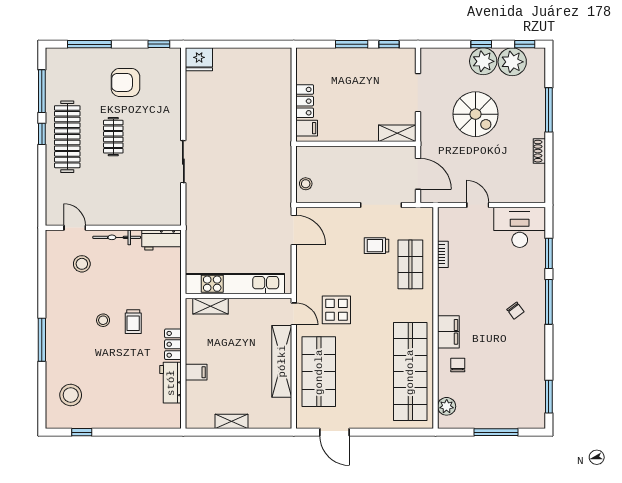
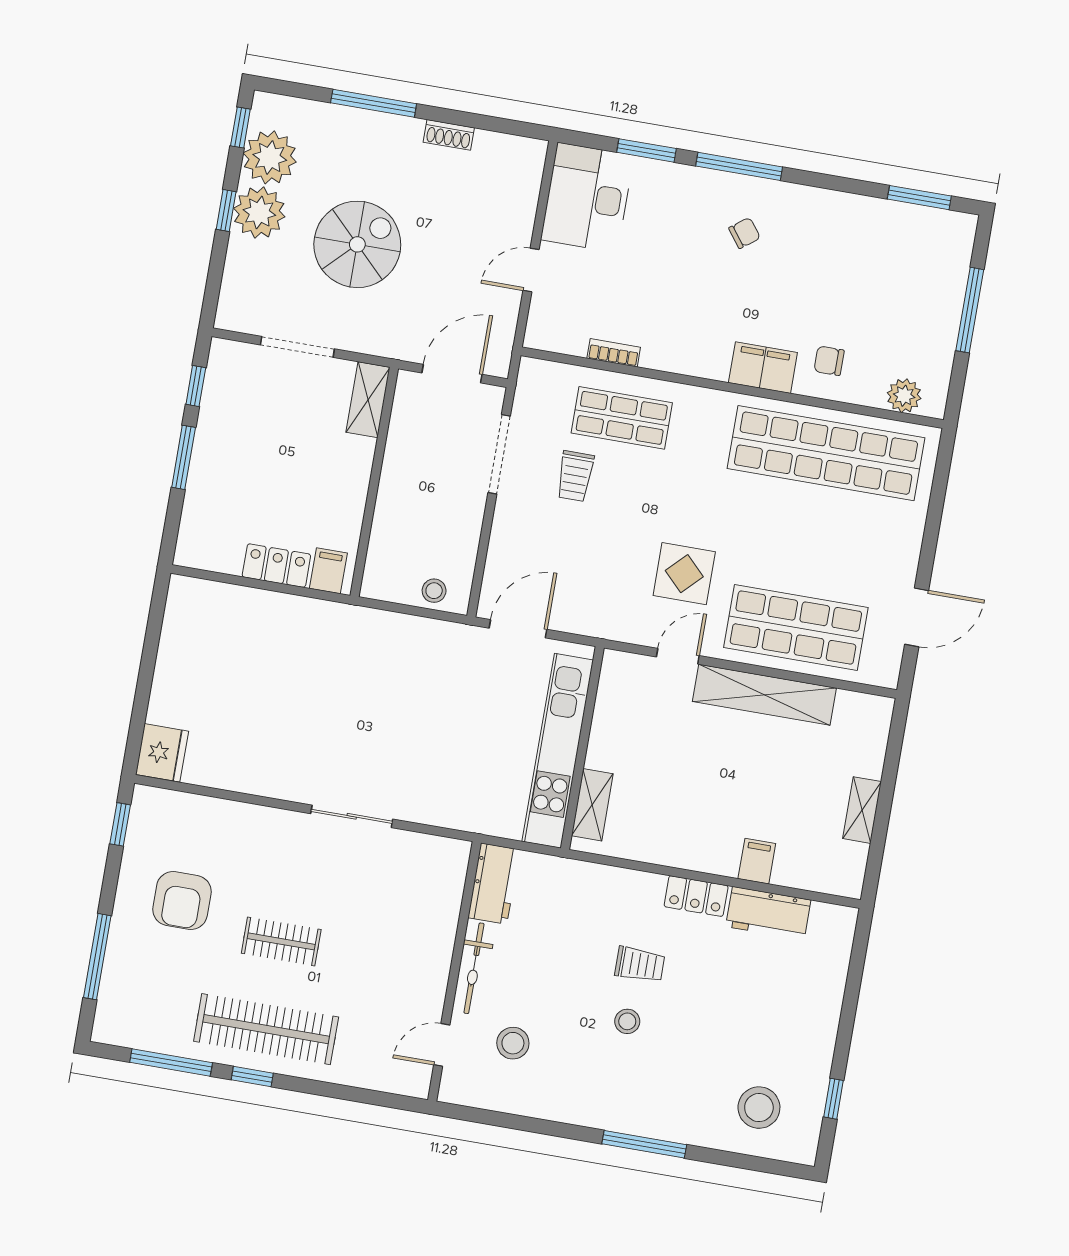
kitchen unit: (235, 284) -> (558, 751), moved
wall: (239, 296) -> (582, 748), moved
shelving: (210, 306) -> (592, 805), moved

